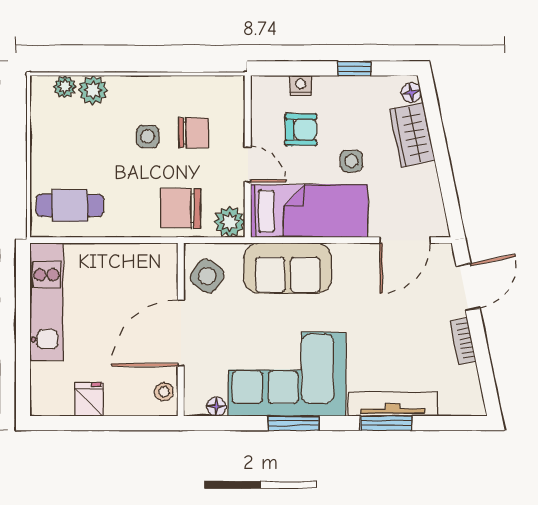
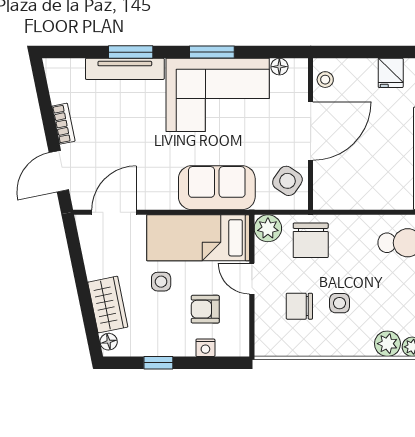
chair: (181, 208) -> (311, 240), turned 90

